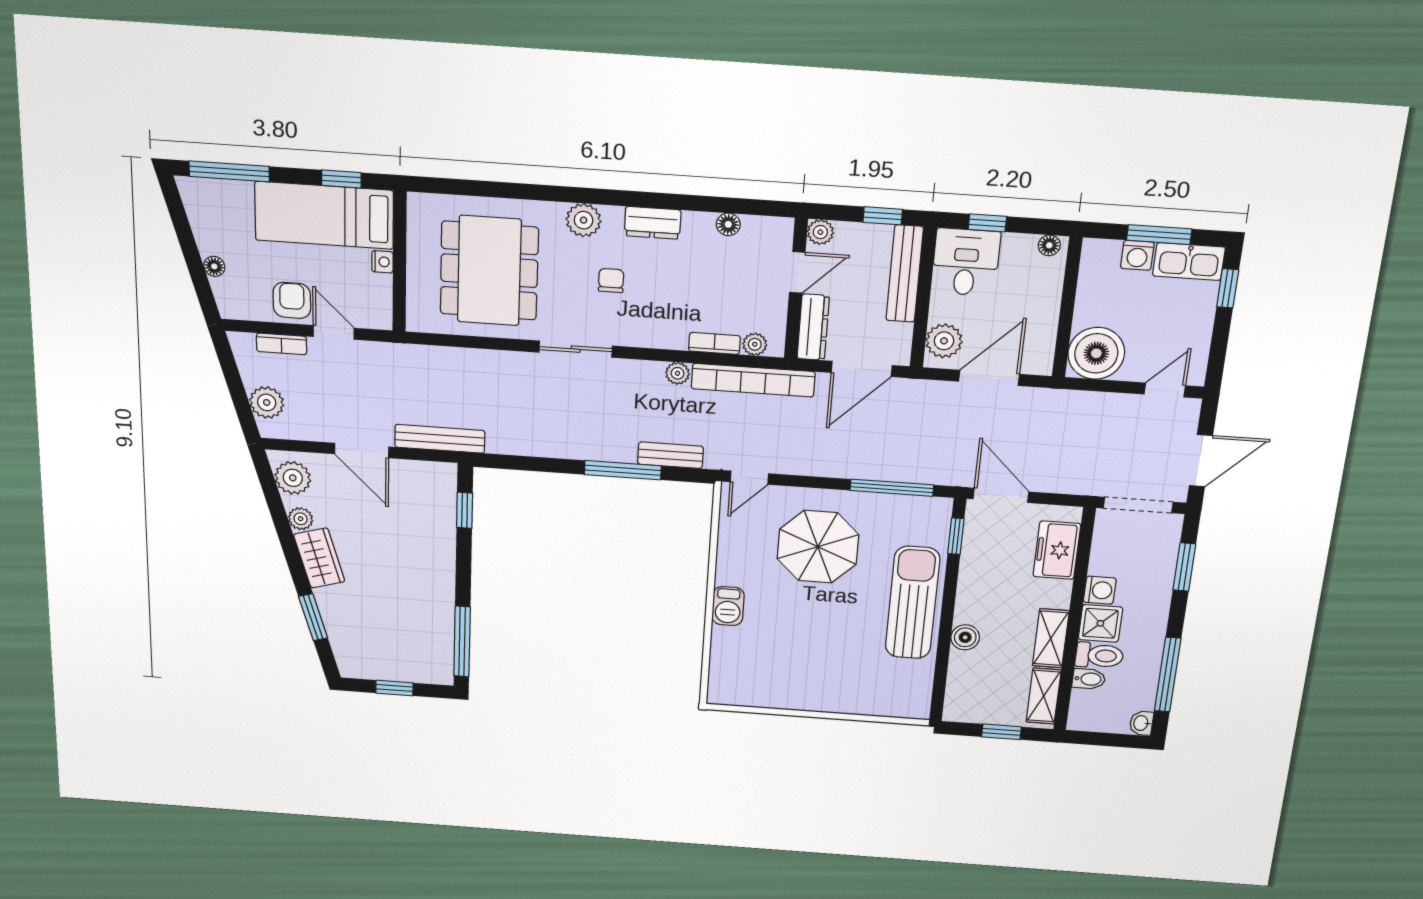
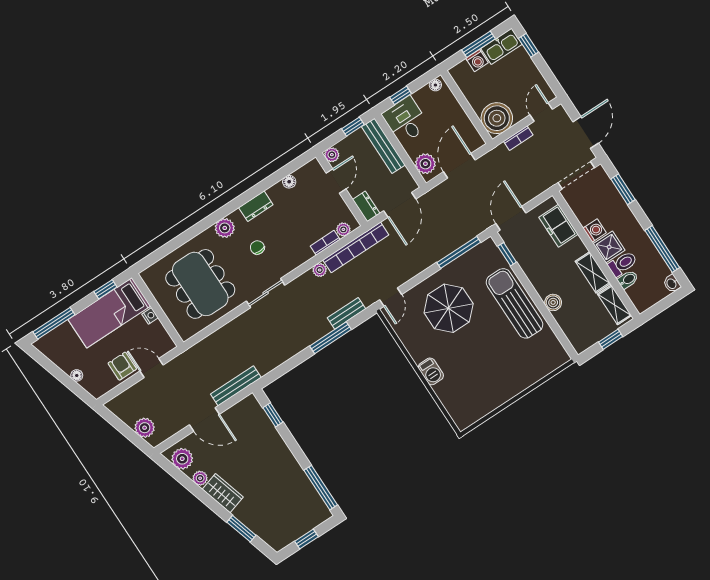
dresser: (813, 327) -> (366, 206), width x0.70
bookcase: (282, 344) -> (518, 138), moved
door: (1001, 495) -> (511, 218), hinge flipped

